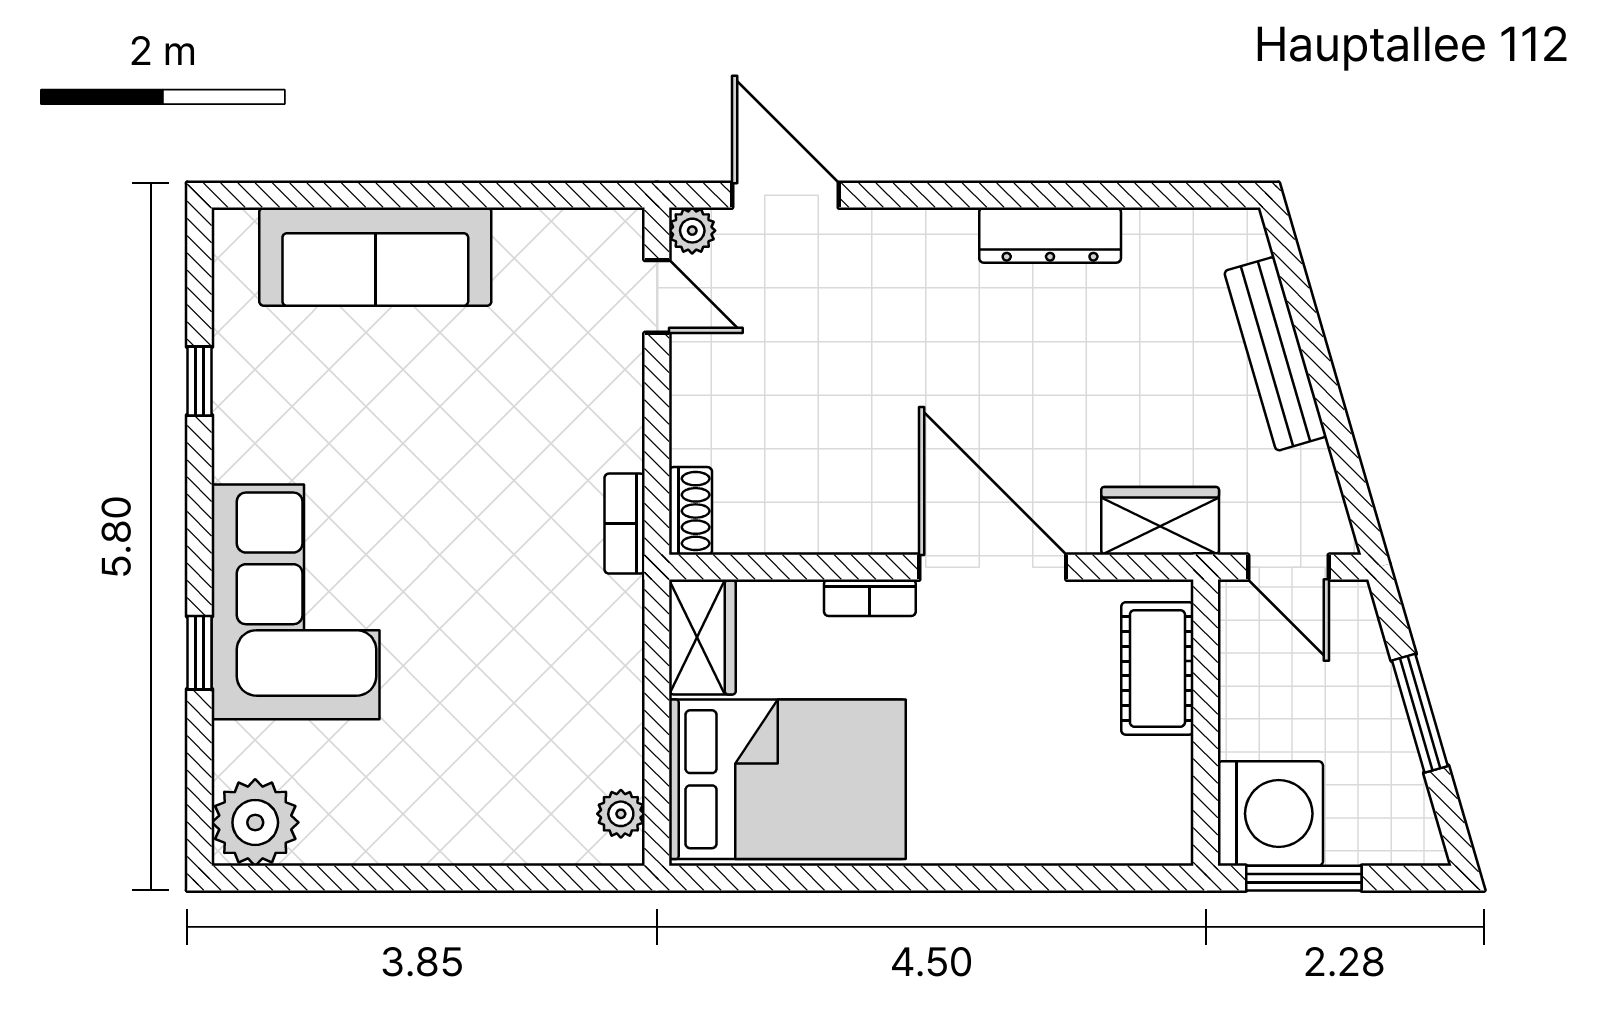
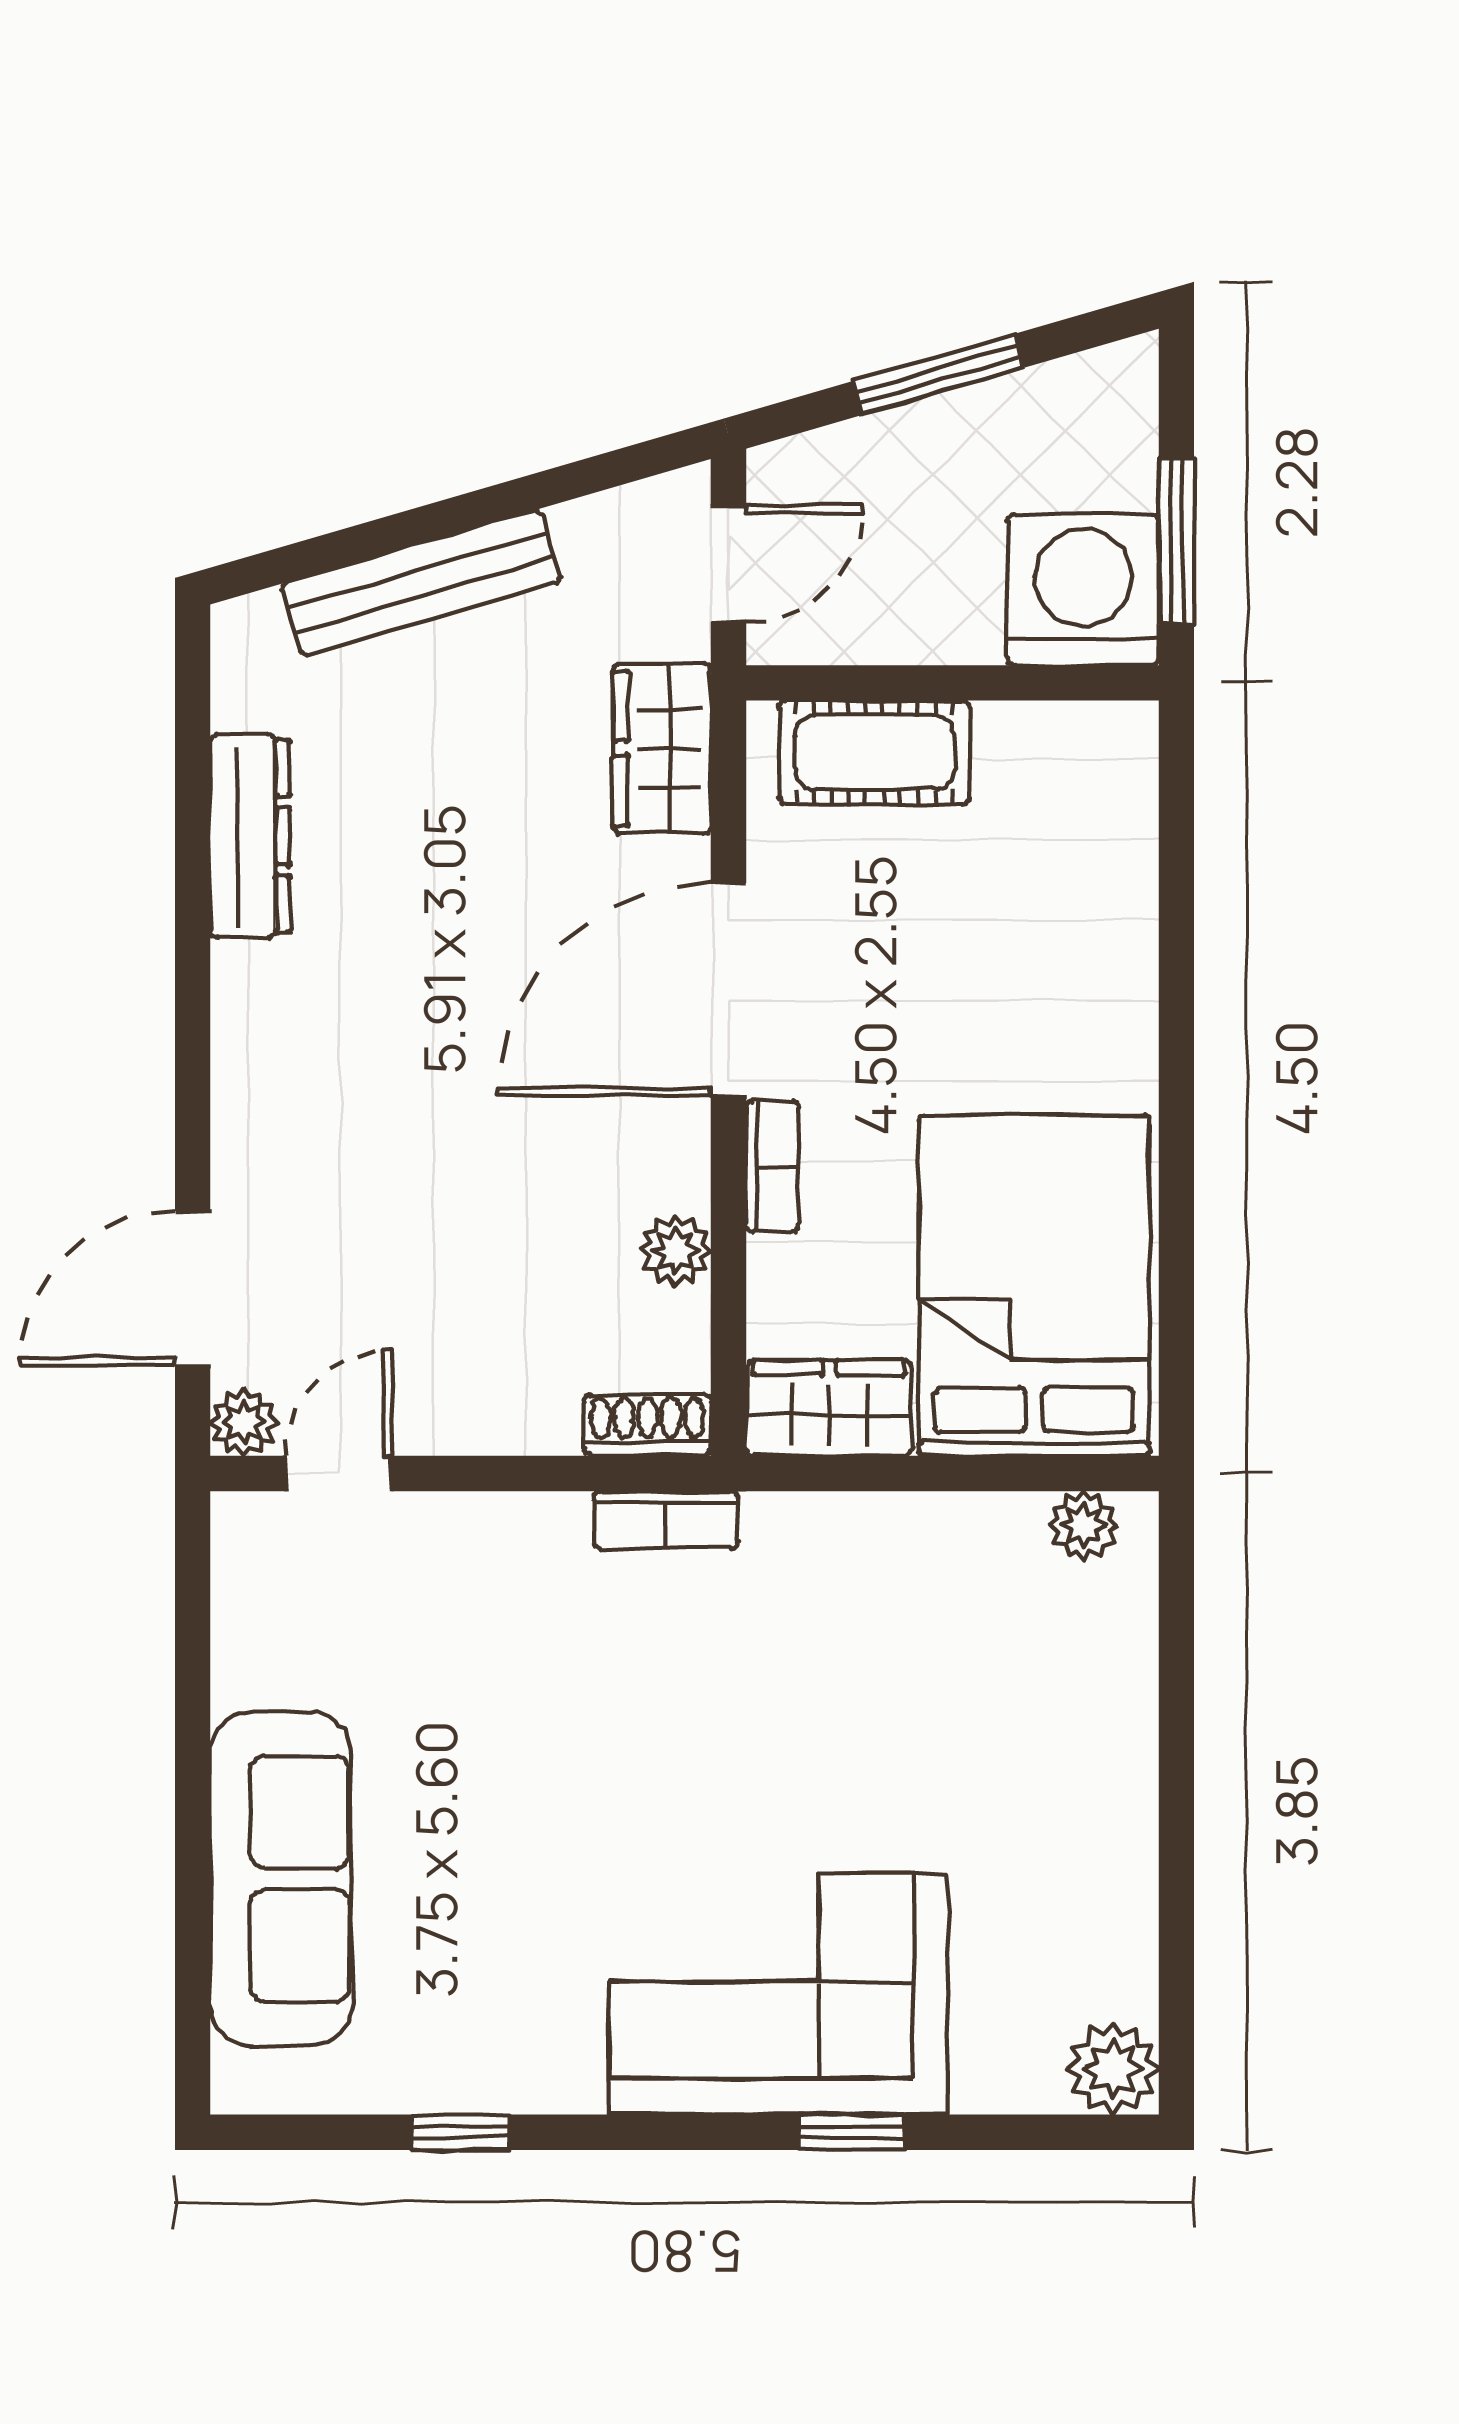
dresser: (1050, 235) -> (250, 836), moved
plant: (812, 530) -> (675, 1250), added
plant: (255, 822) -> (1113, 2069), width x0.73, depth x0.73

